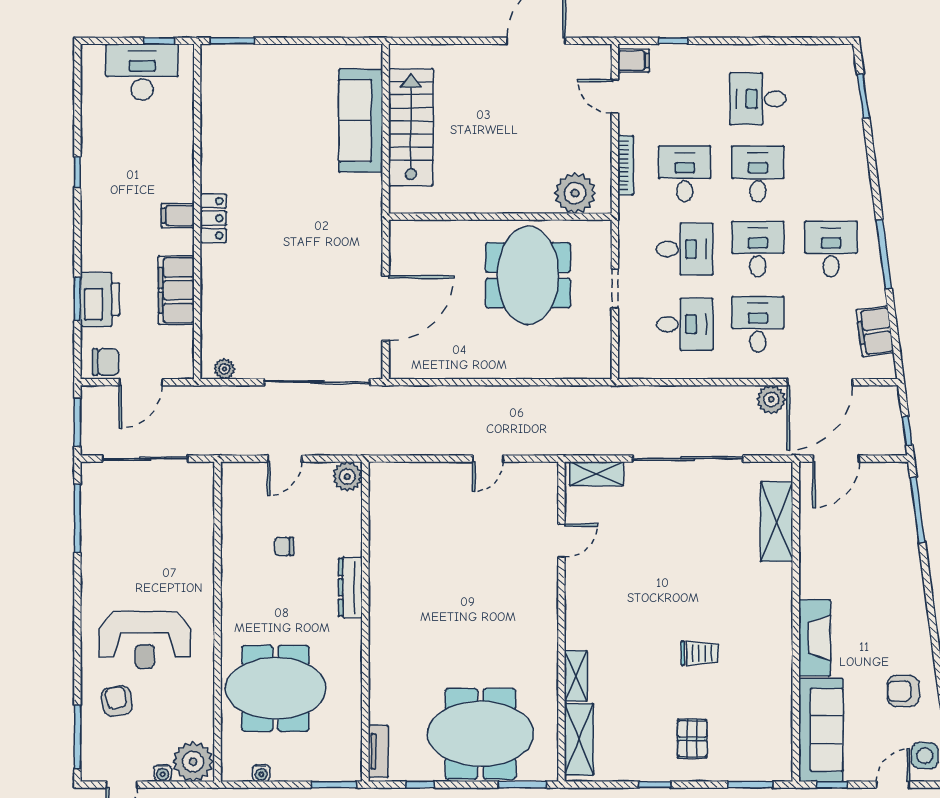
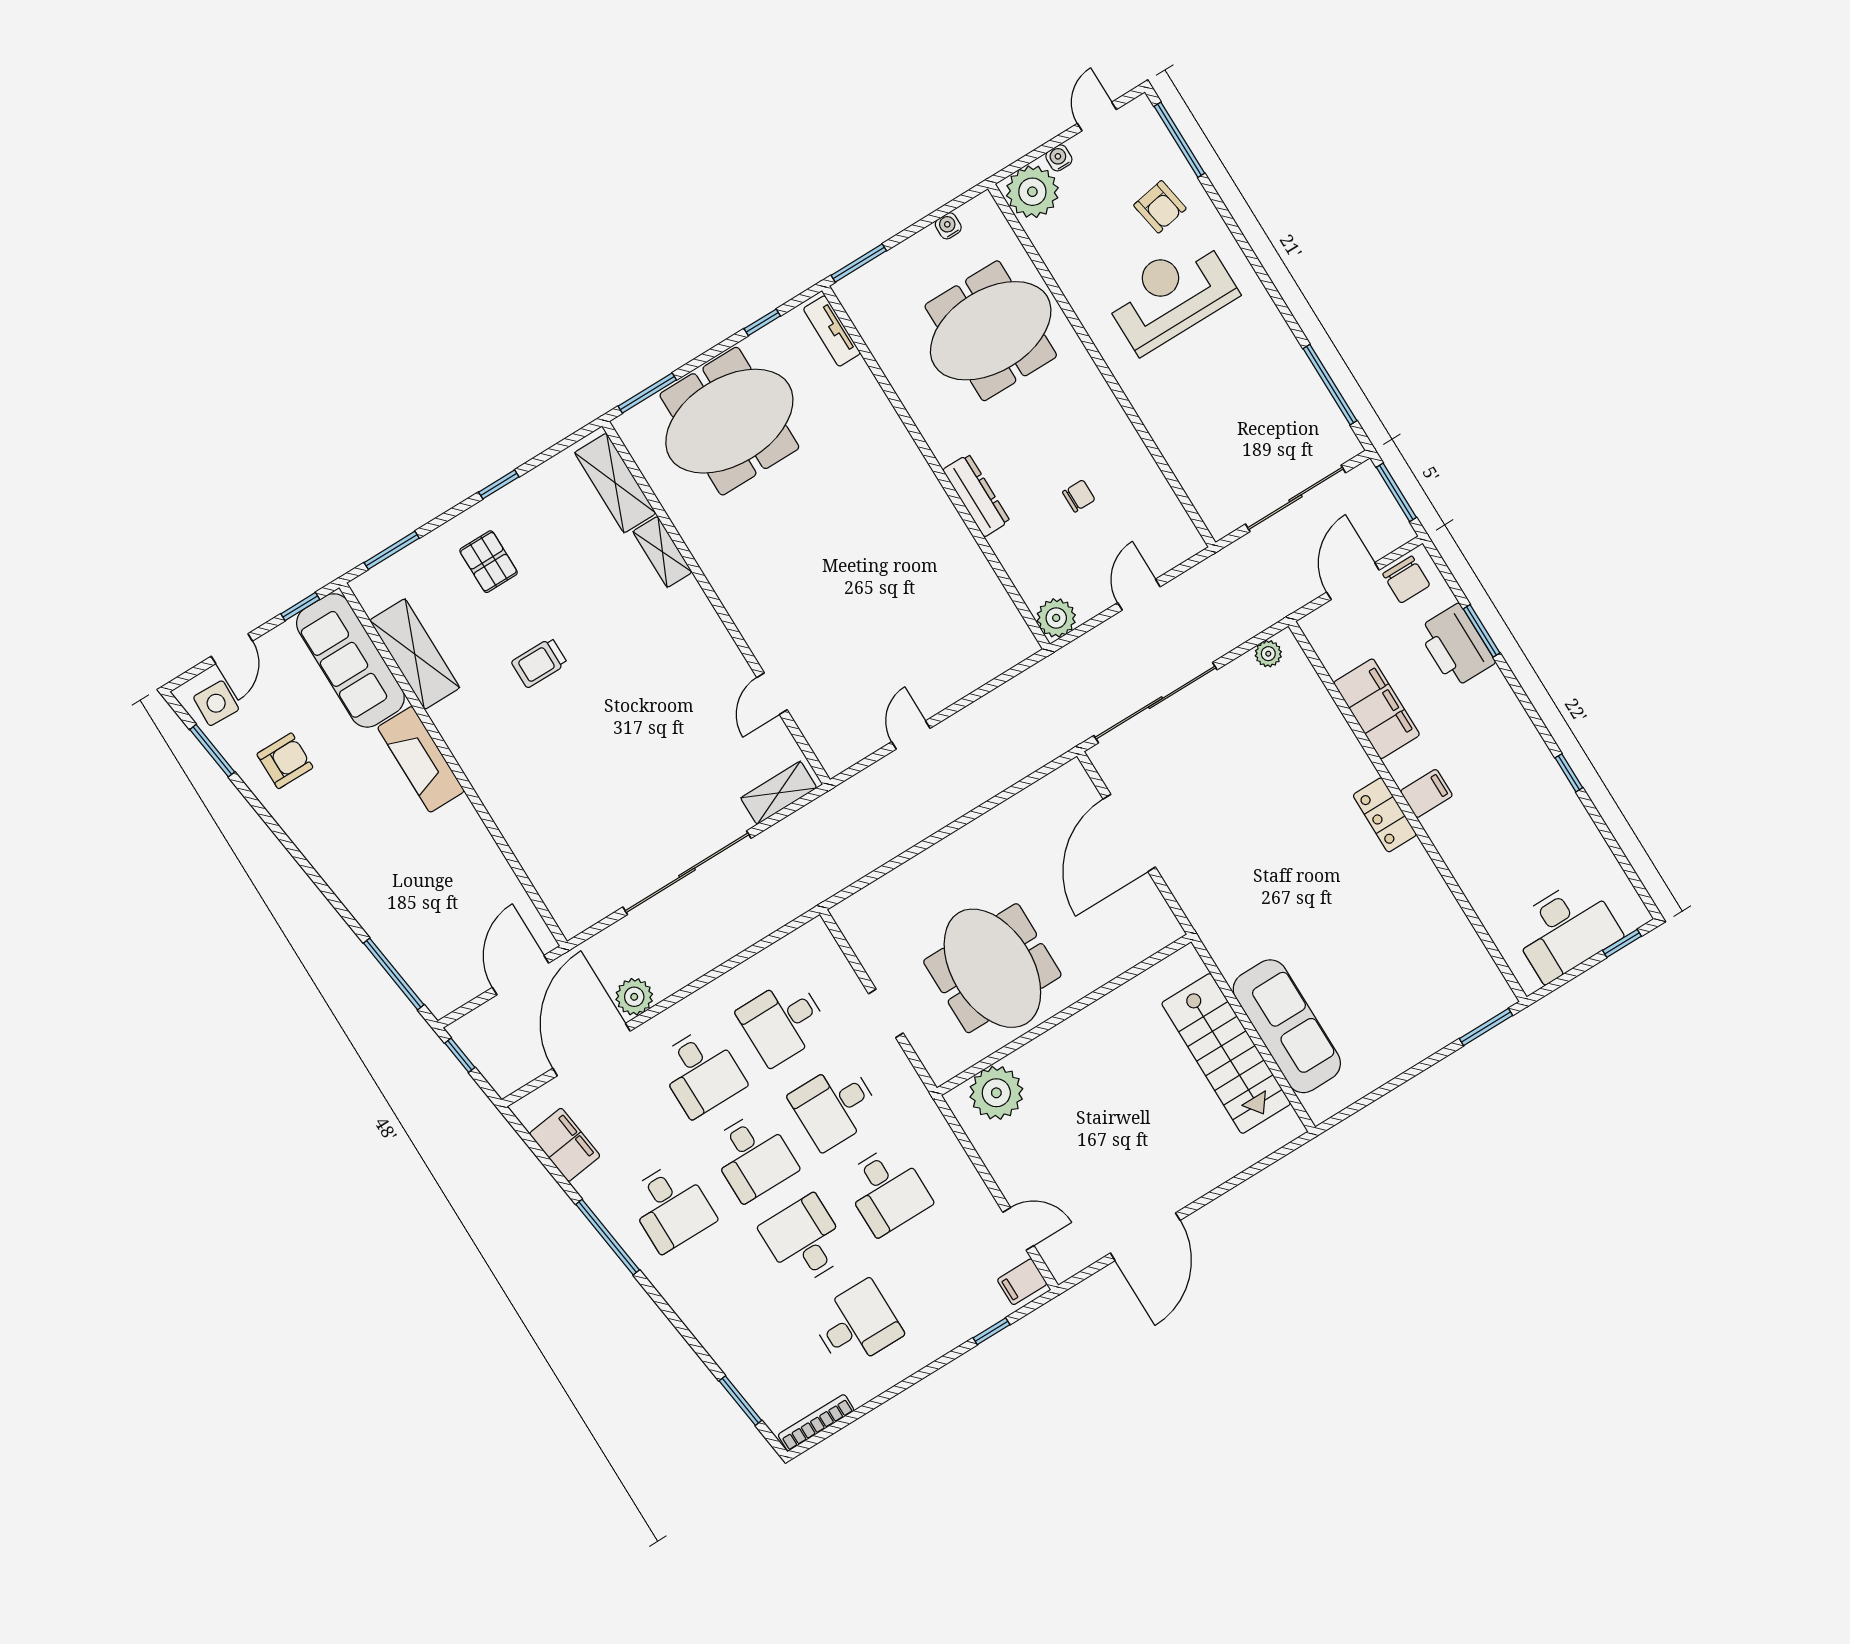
window: (159, 41) -> (1622, 943), moved
bookcase: (626, 165) -> (816, 1423), moved, turned 90
desk: (758, 174) -> (805, 1240), turned 180
chair: (106, 362) -> (1406, 580), turned -90
shelving: (777, 522) -> (415, 654), moved

